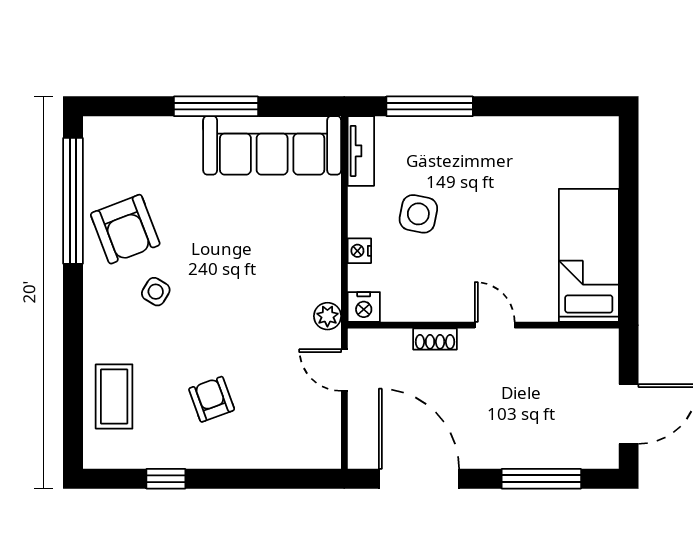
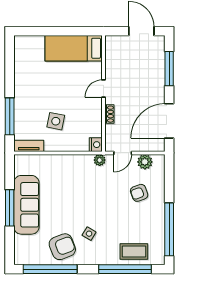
sofa: (272, 145) -> (26, 205), moved
nightstand: (359, 251) -> (72, 146), removed
window: (73, 376) -> (125, 269), added
armchair: (212, 399) -> (139, 193), moved
plant: (324, 422) -> (145, 162), added
window: (166, 479) -> (169, 229), width x3.17

